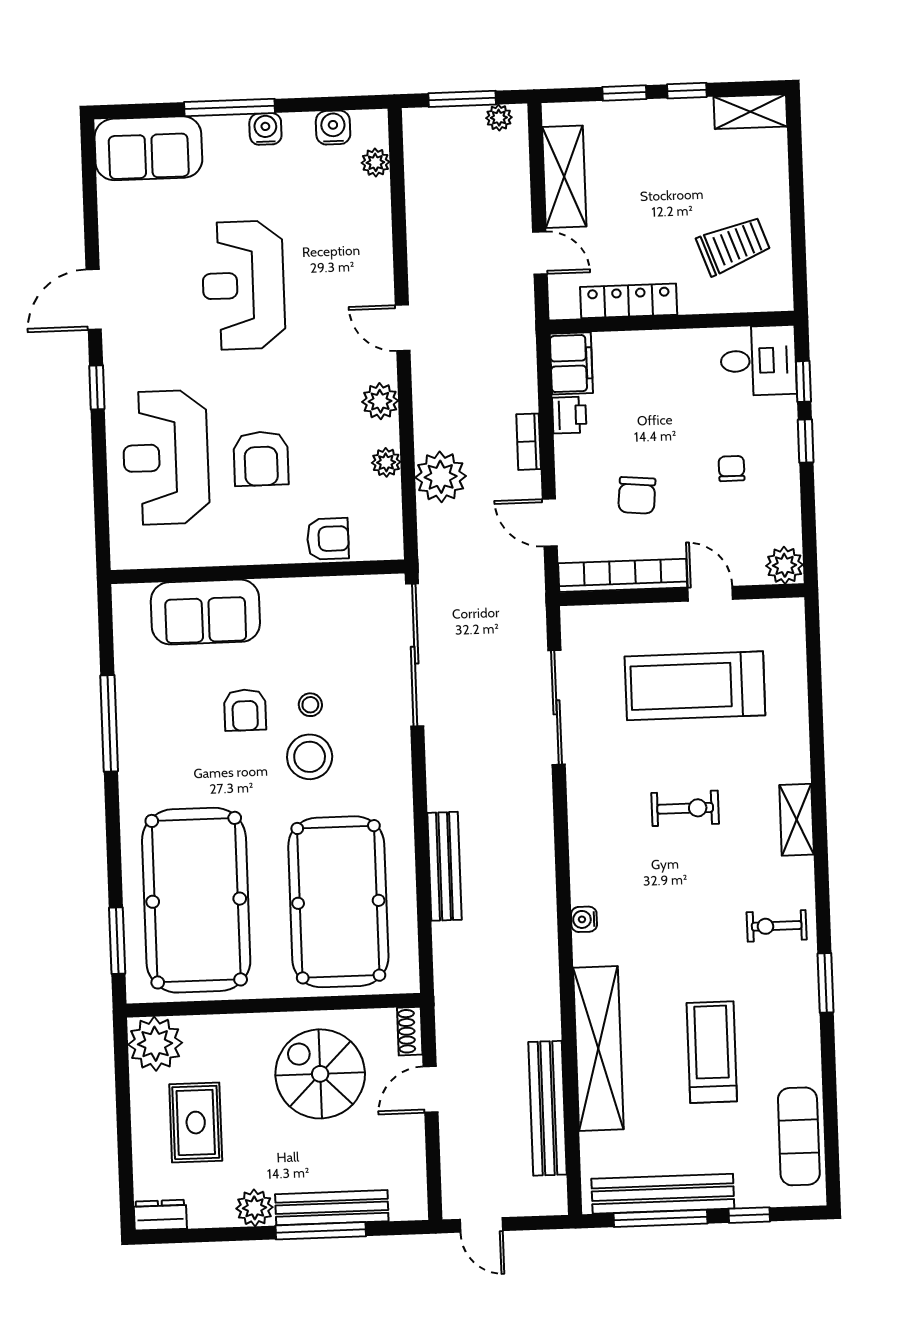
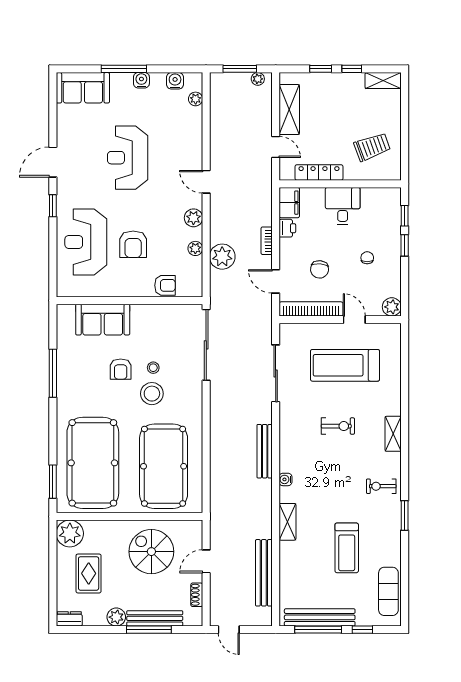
desk: (758, 361) -> (343, 206), moved, turned -90
bench: (445, 866) -> (265, 451), moved
shoe rack: (410, 1031) -> (197, 595), moved
shelving: (598, 1048) -> (287, 522), width x0.45, depth x0.75
treadmill: (712, 1052) -> (347, 548), turned 180

